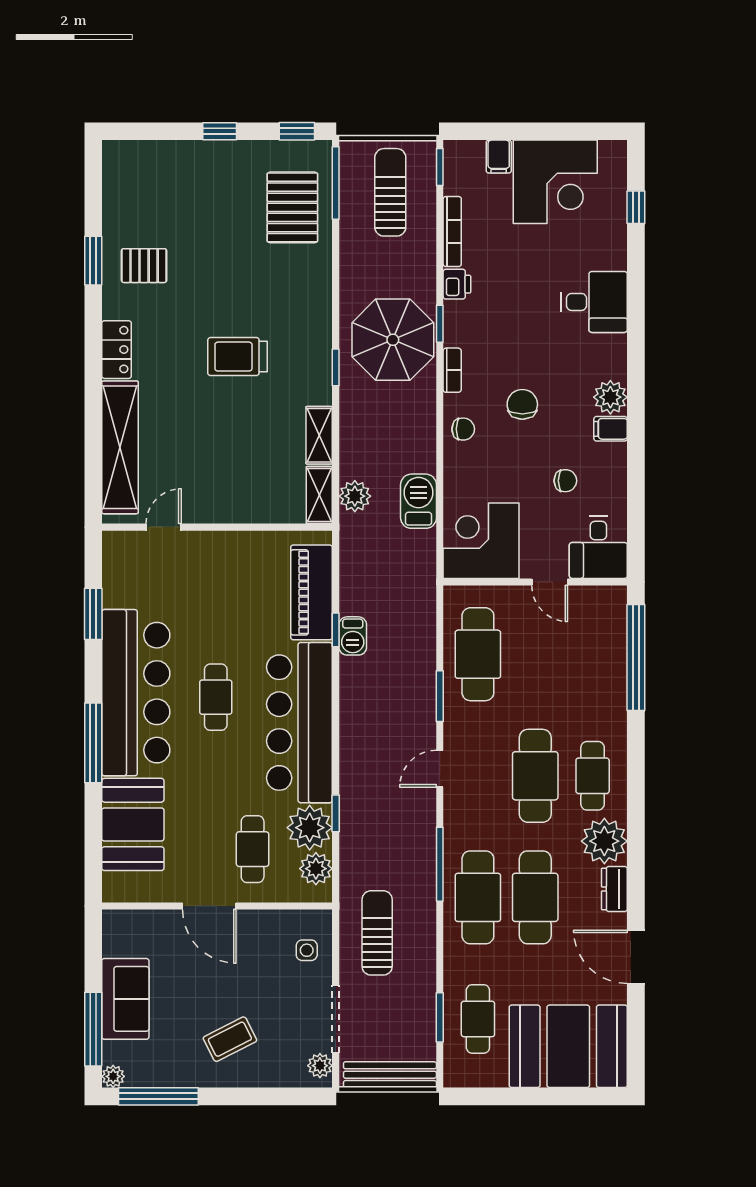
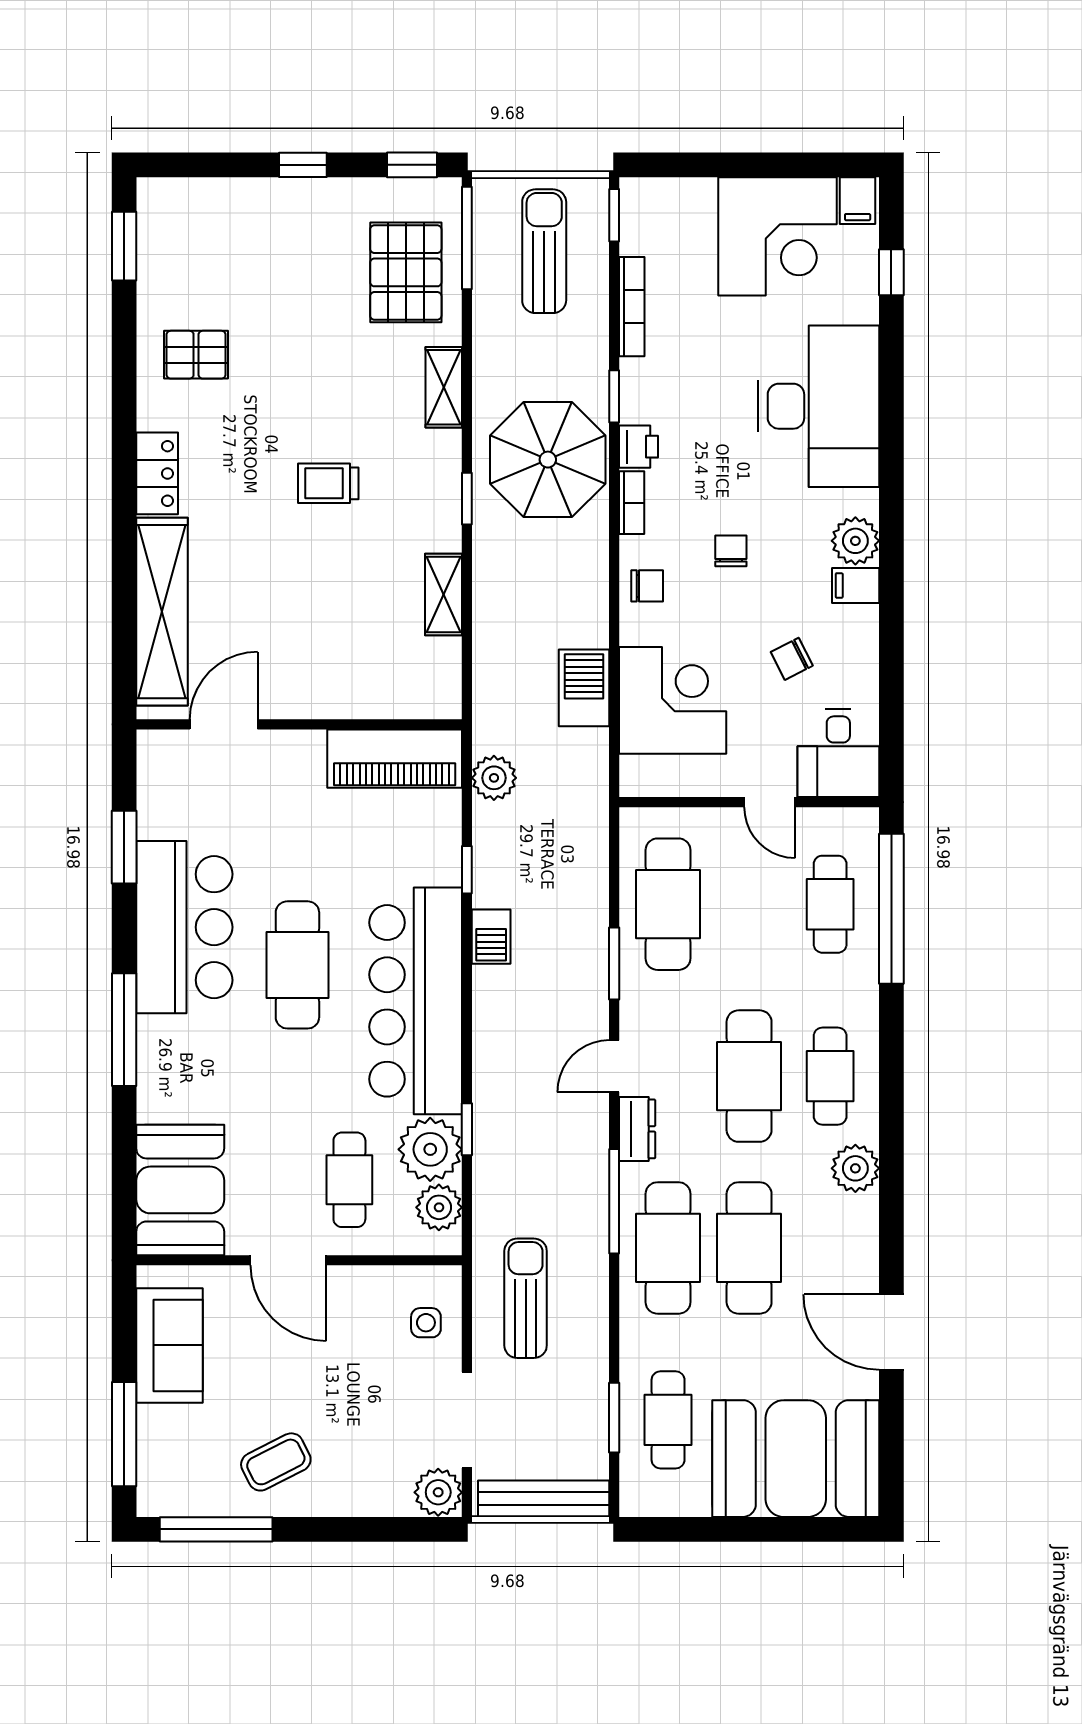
filing cabinet: (499, 157) -> (858, 201), moved
window: (93, 261) -> (124, 246), moved
printer: (457, 284) -> (638, 447), moved
desk: (594, 302) -> (819, 406), width x1.87, depth x1.30
window: (440, 324) -> (614, 396), moved
trolley: (238, 357) -> (328, 483), width x0.73, depth x0.72
chair: (522, 404) -> (731, 551), width x0.73, depth x0.73
chair: (565, 481) -> (792, 659), turned 153
shelving: (319, 495) -> (444, 387), moved
plant: (355, 496) -> (494, 778), moved
door: (164, 527) -> (224, 724), width x1.38
corner desk: (481, 541) -> (673, 700), moved, turned 90
piano: (311, 592) -> (395, 759), moved, turned -90
barbecue: (353, 636) -> (491, 937), moved
cafe table: (593, 654) -> (830, 904), added
bar counter: (136, 693) -> (184, 927), width x0.73
cafe table: (216, 697) -> (297, 965), width x1.37, depth x1.35
booth: (133, 824) -> (180, 1190), moved
plant: (604, 841) -> (855, 1168), width x0.73, depth x0.73
dresser: (614, 889) -> (637, 1129), moved, turned 180
sofa: (125, 999) -> (170, 1345), moved
coffee table: (230, 1039) -> (276, 1462), moved
plant: (320, 1066) -> (438, 1492), width x1.38, depth x1.38
plant: (113, 1076) -> (152, 1501), removed

